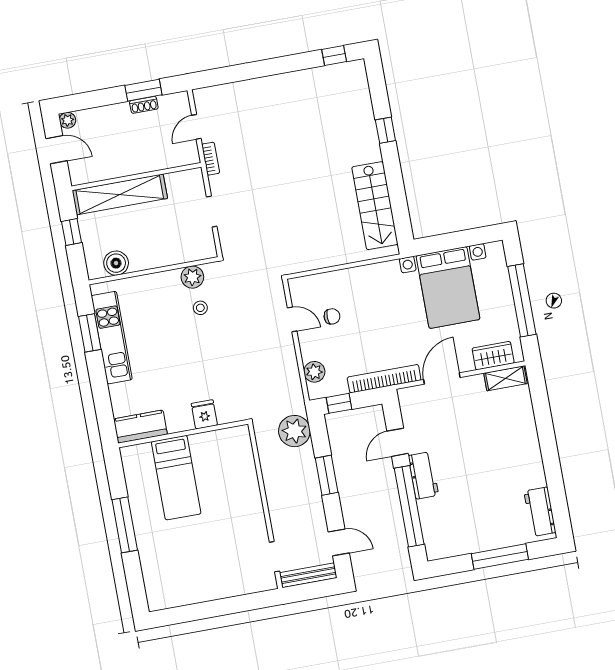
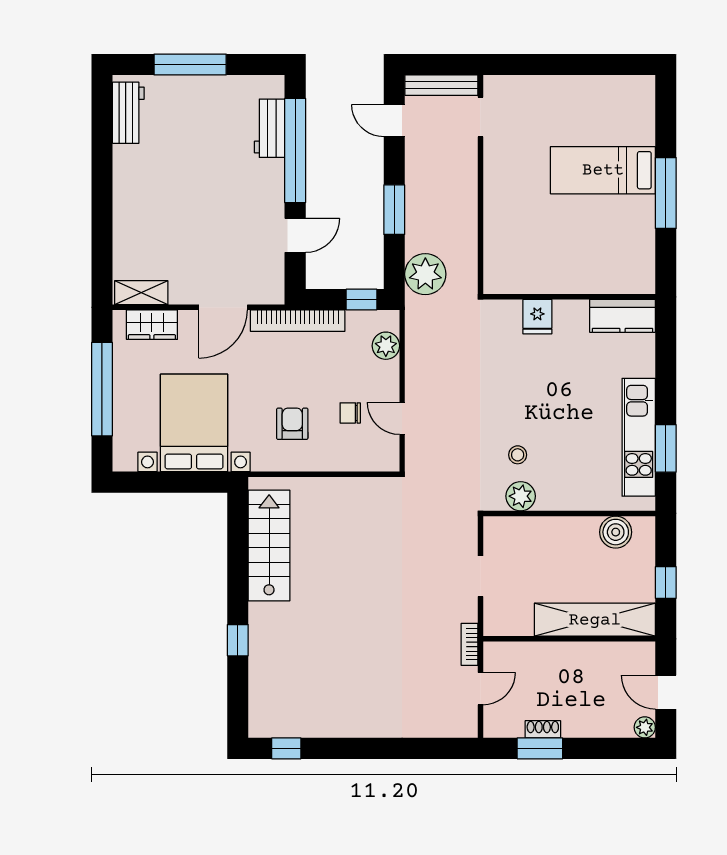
armchair: (374, 300) -> (292, 424), added
workbench: (423, 475) -> (270, 128), moved
bed: (176, 478) -> (603, 170), moved, turned -90

